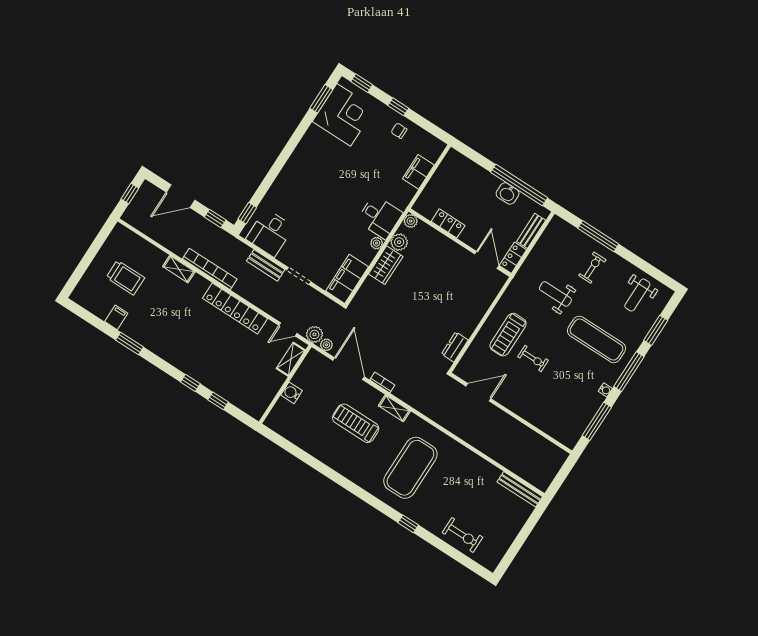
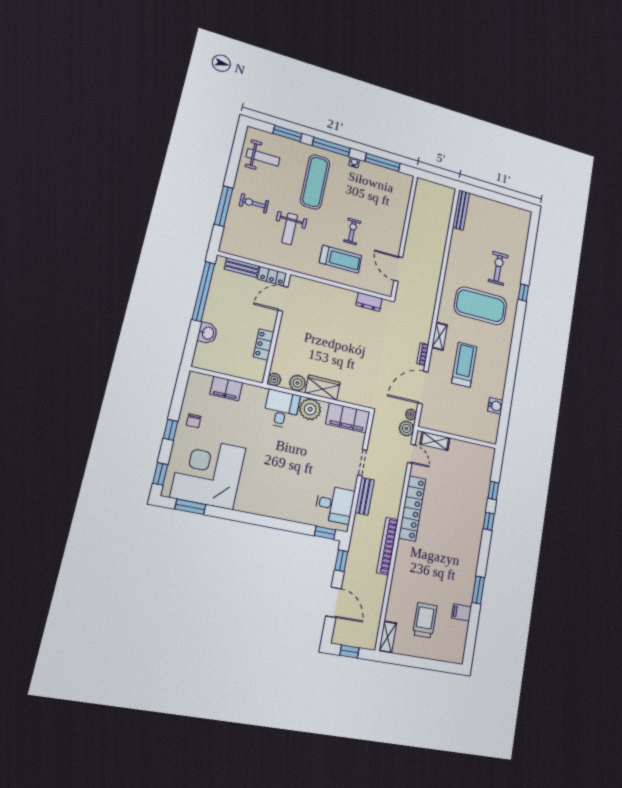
corner desk: (344, 115) -> (208, 473), width x1.36, depth x1.36
washbasin: (508, 193) -> (207, 333), moved
plant: (377, 243) -> (310, 409), width x1.87, depth x1.87
shelving: (179, 269) -> (388, 637), moved
water cooler: (292, 393) -> (495, 406), moved, turned -90
treadmill: (356, 423) -> (464, 365), turned 180
exercise bike: (462, 535) -> (498, 268), moved

